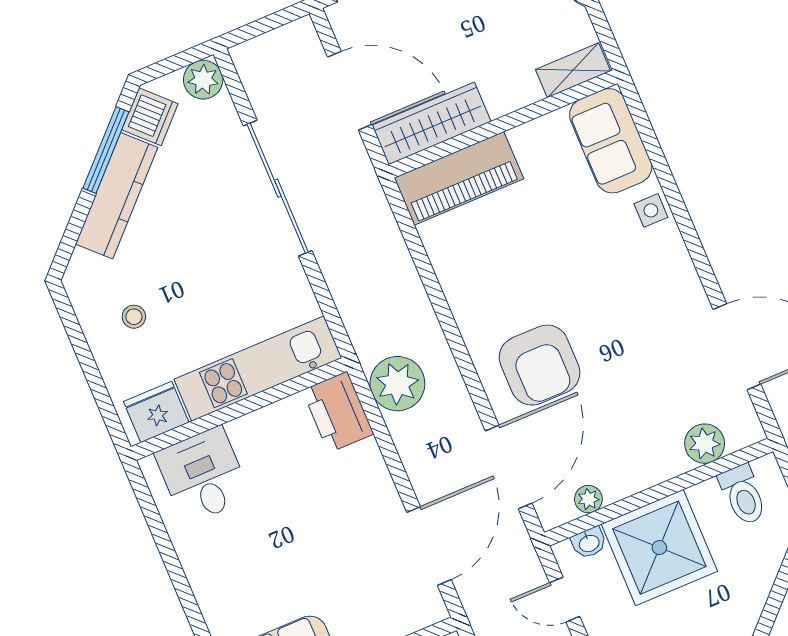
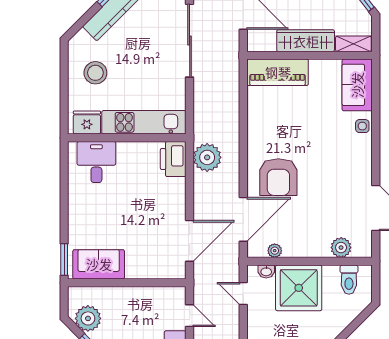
wardrobe: (431, 123) -> (306, 41), moved
stool: (134, 317) -> (95, 73), width x1.89, depth x1.89

